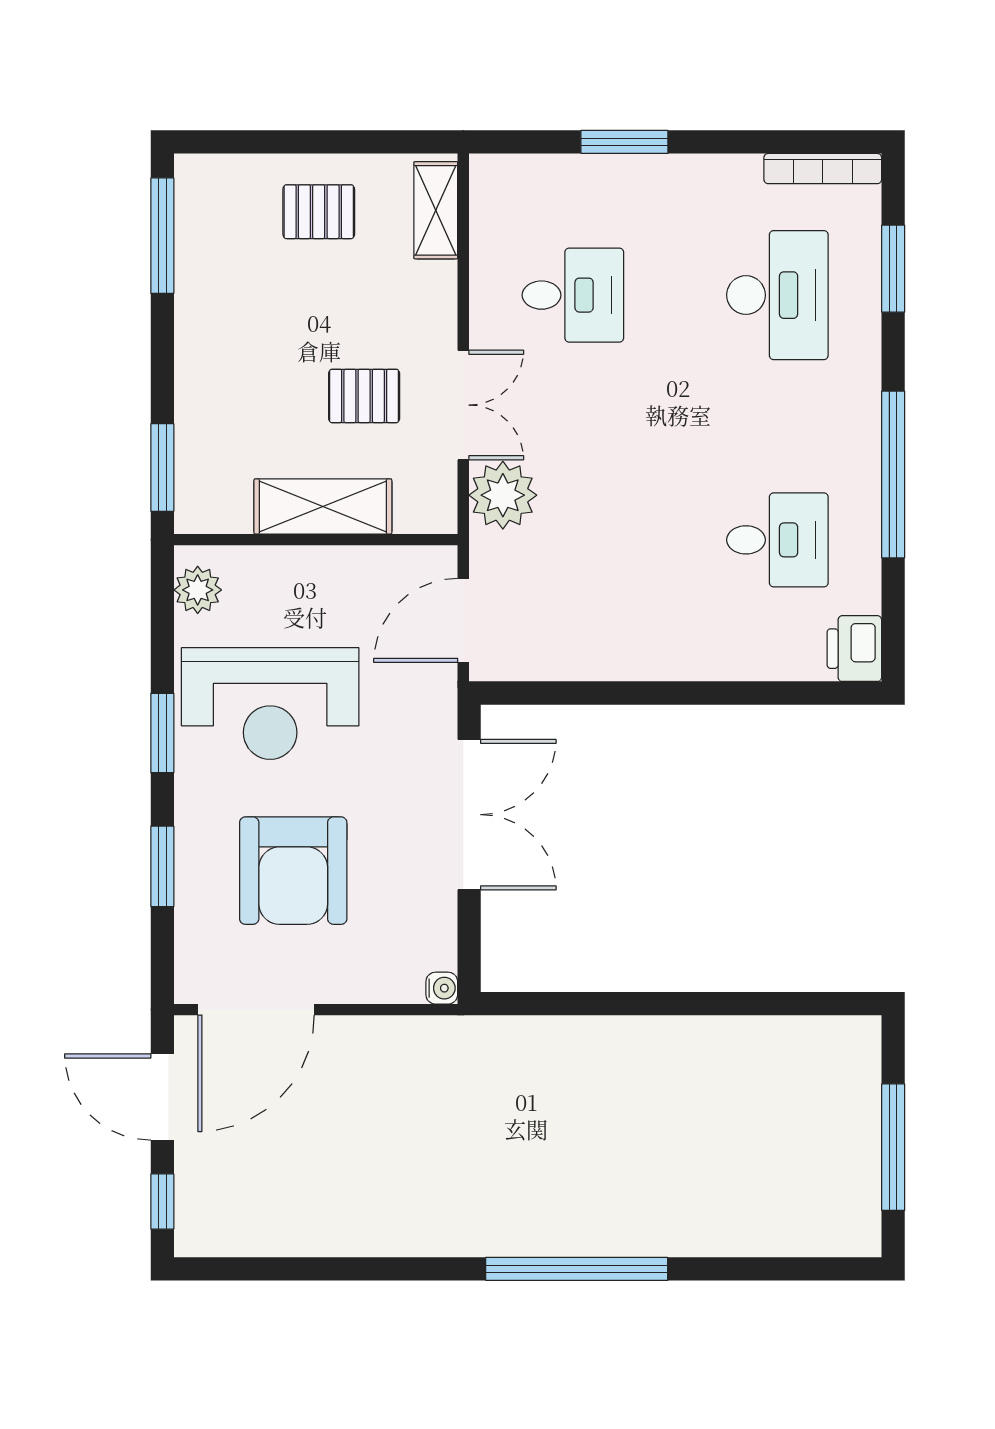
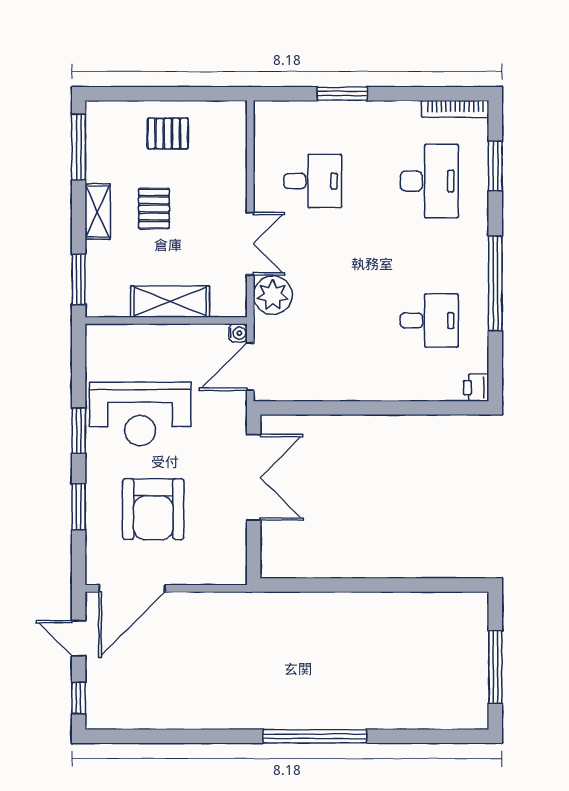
shelving: (436, 210) -> (98, 212), moved
pallet: (364, 396) -> (154, 209), moved, turned 90
plant: (198, 590) -> (99, 349), removed
printer: (854, 649) -> (476, 388), width x0.73, depth x0.81
water cooler: (442, 988) -> (238, 333), moved
door: (162, 1097) -> (79, 638), width x0.73

